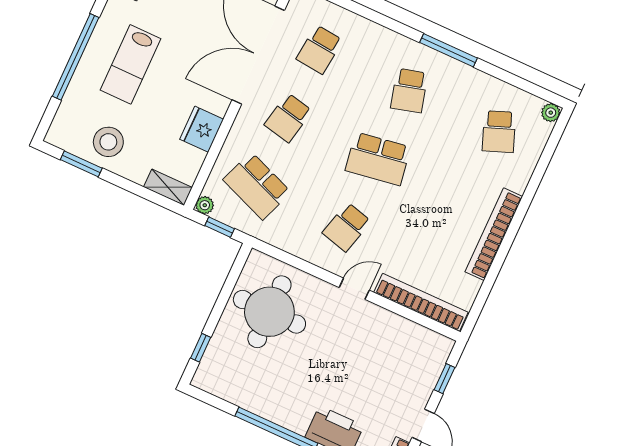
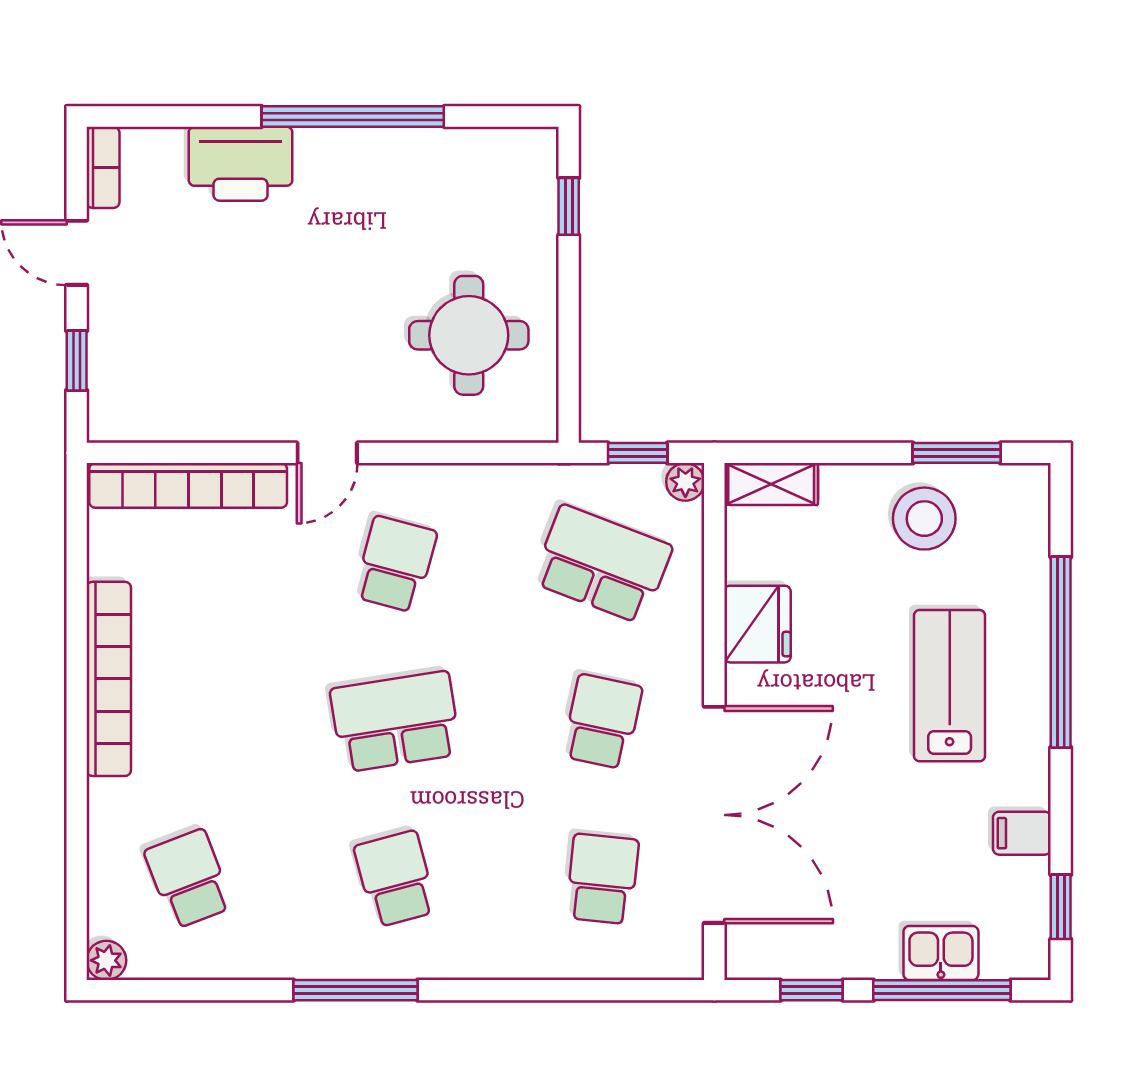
round table: (269, 312) -> (469, 335), width x0.73, depth x0.73

